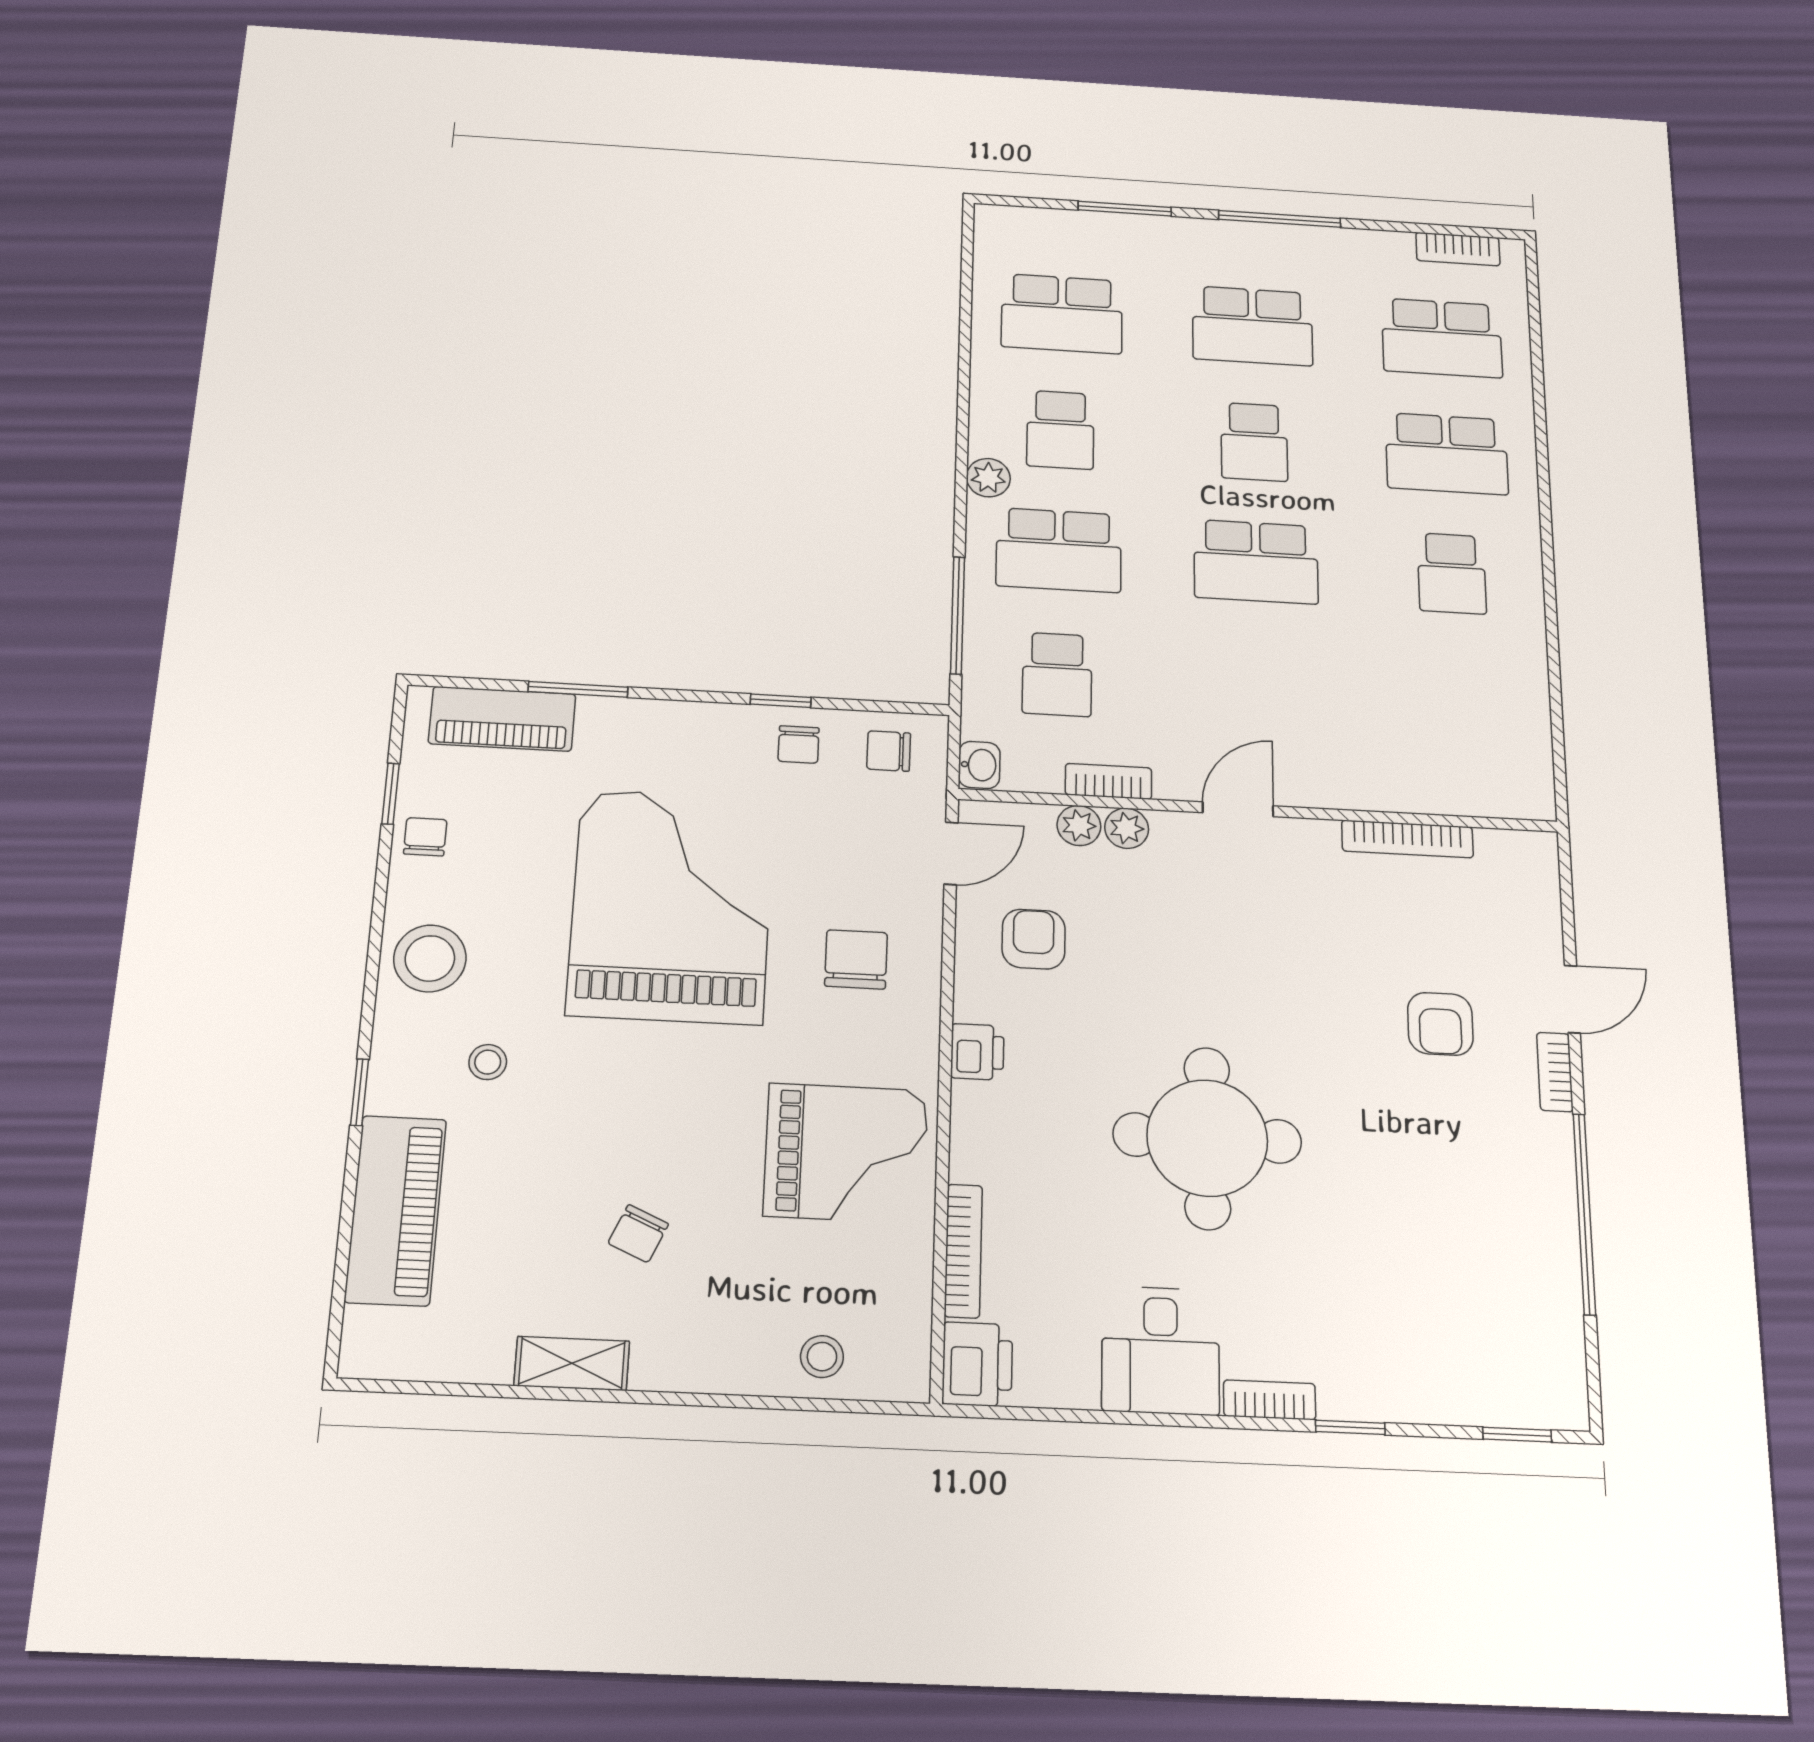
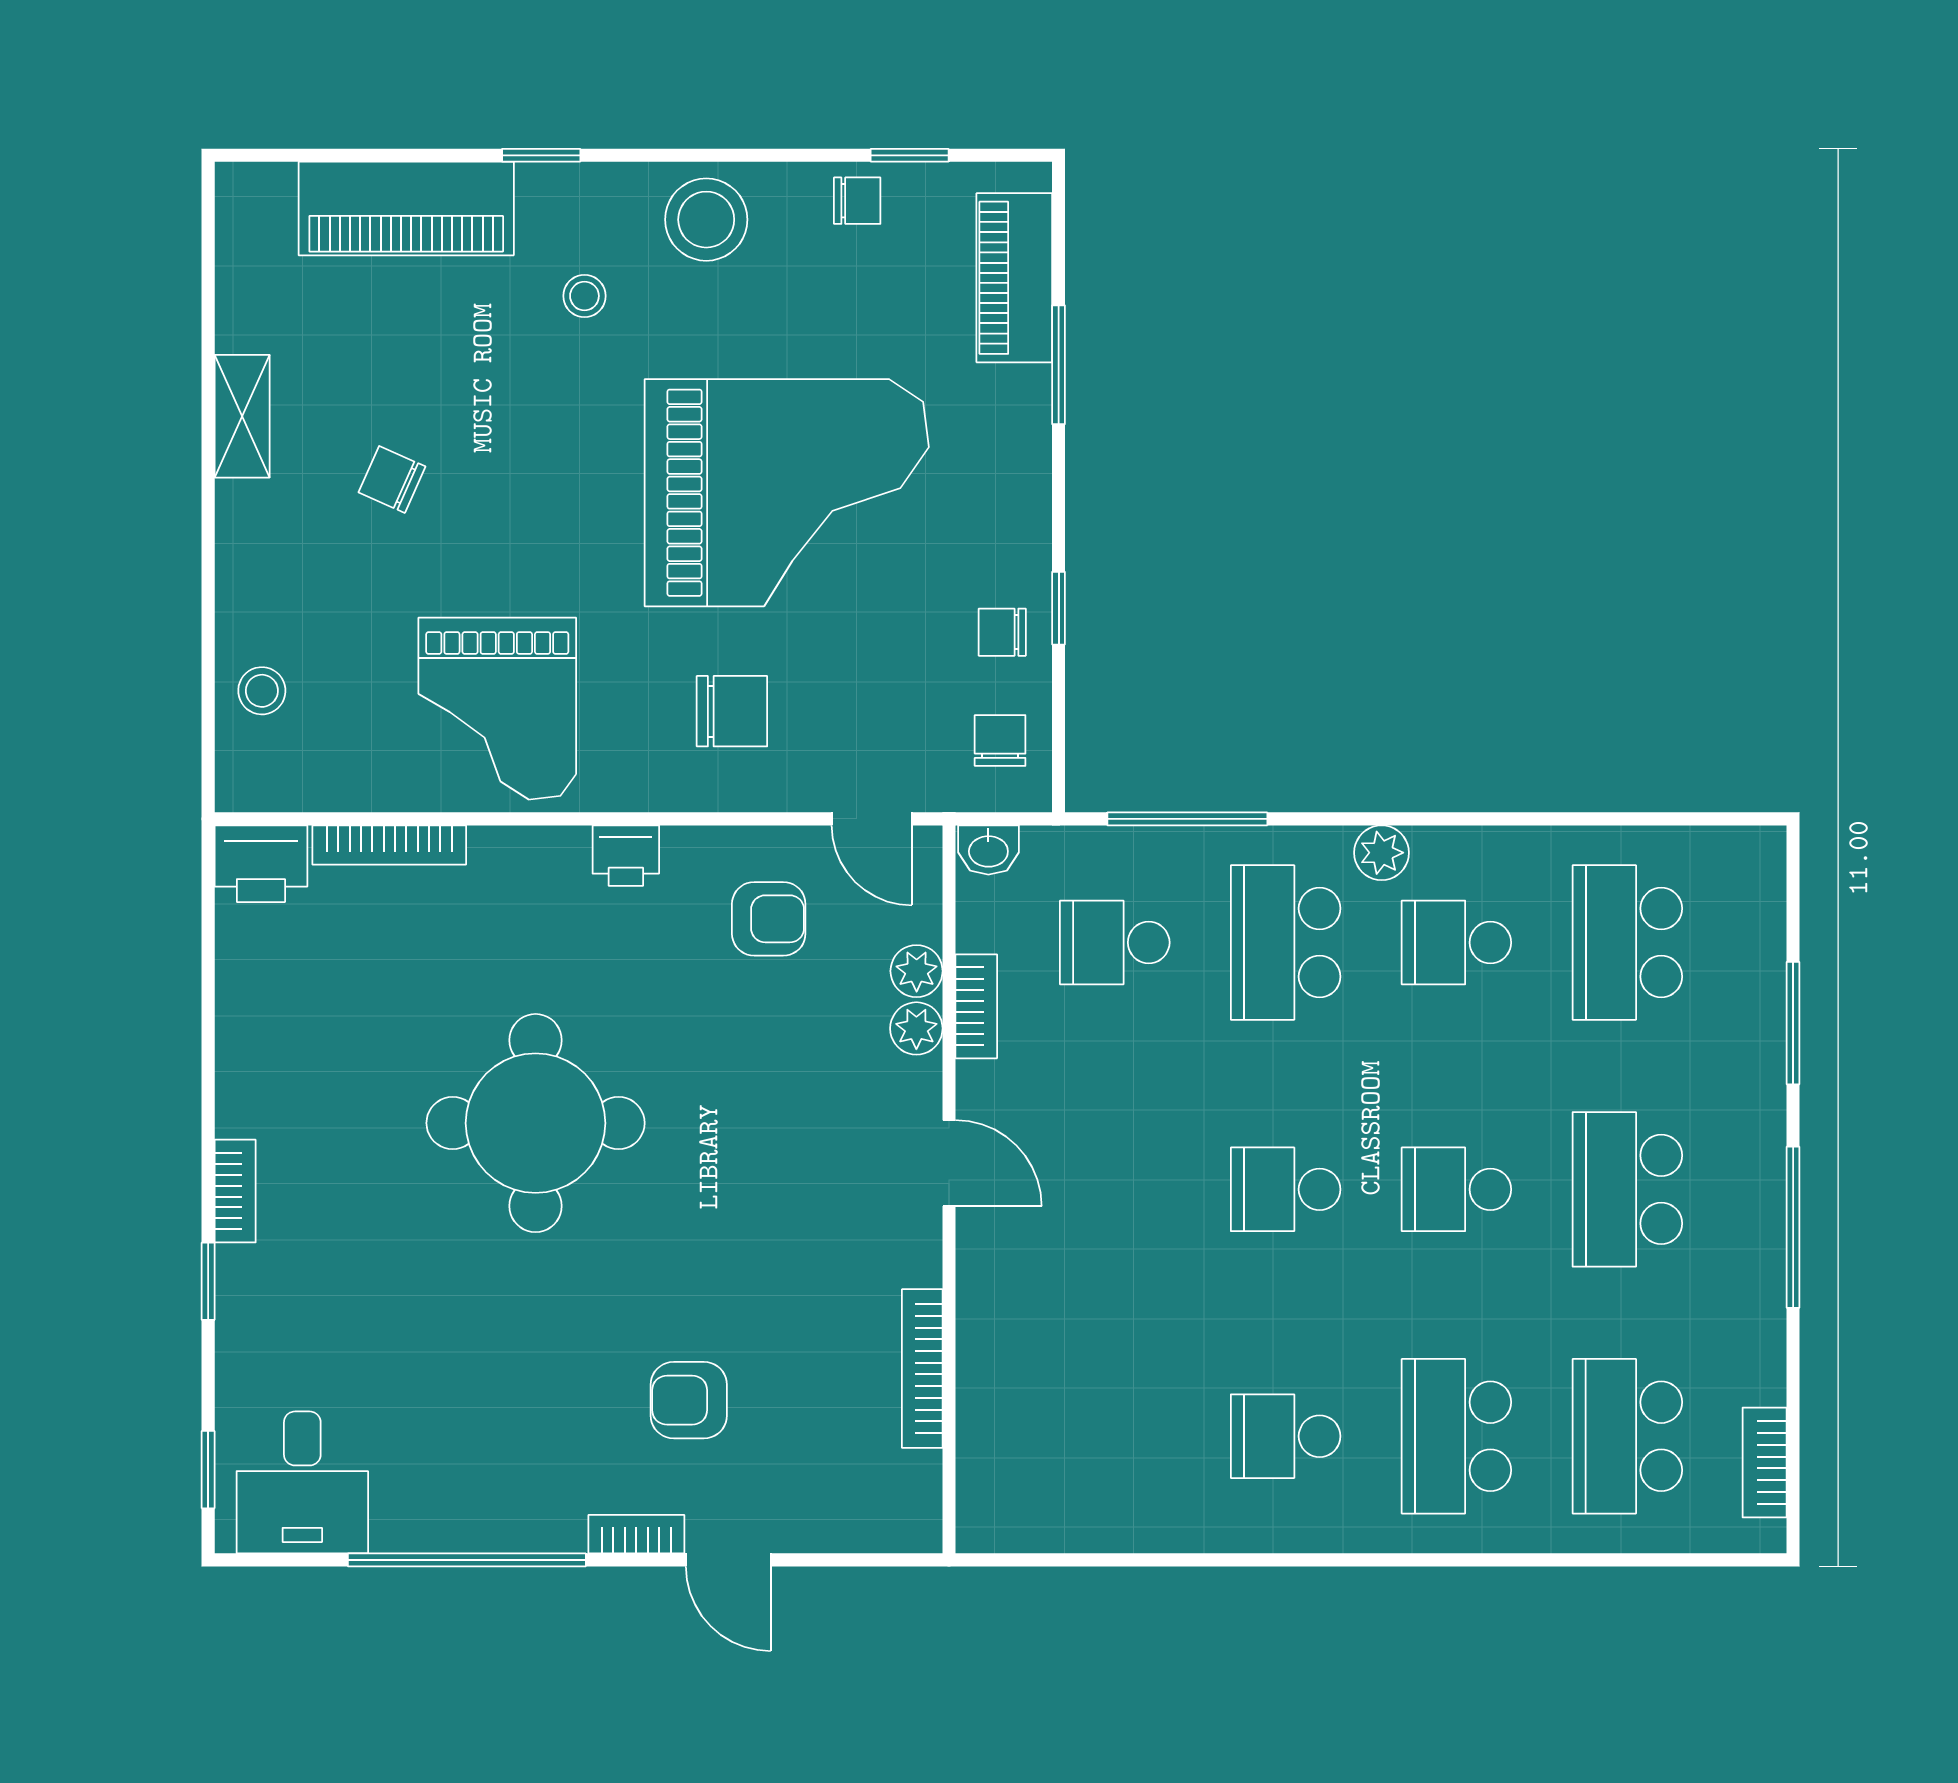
school desk: (1256, 562) -> (1286, 1189), width x0.54
desk: (1161, 1350) -> (302, 1482), moved, turned -90

